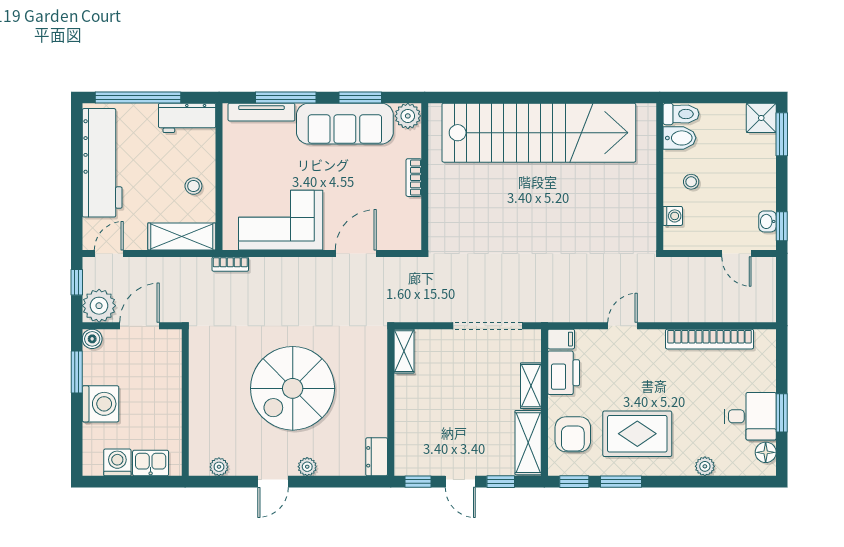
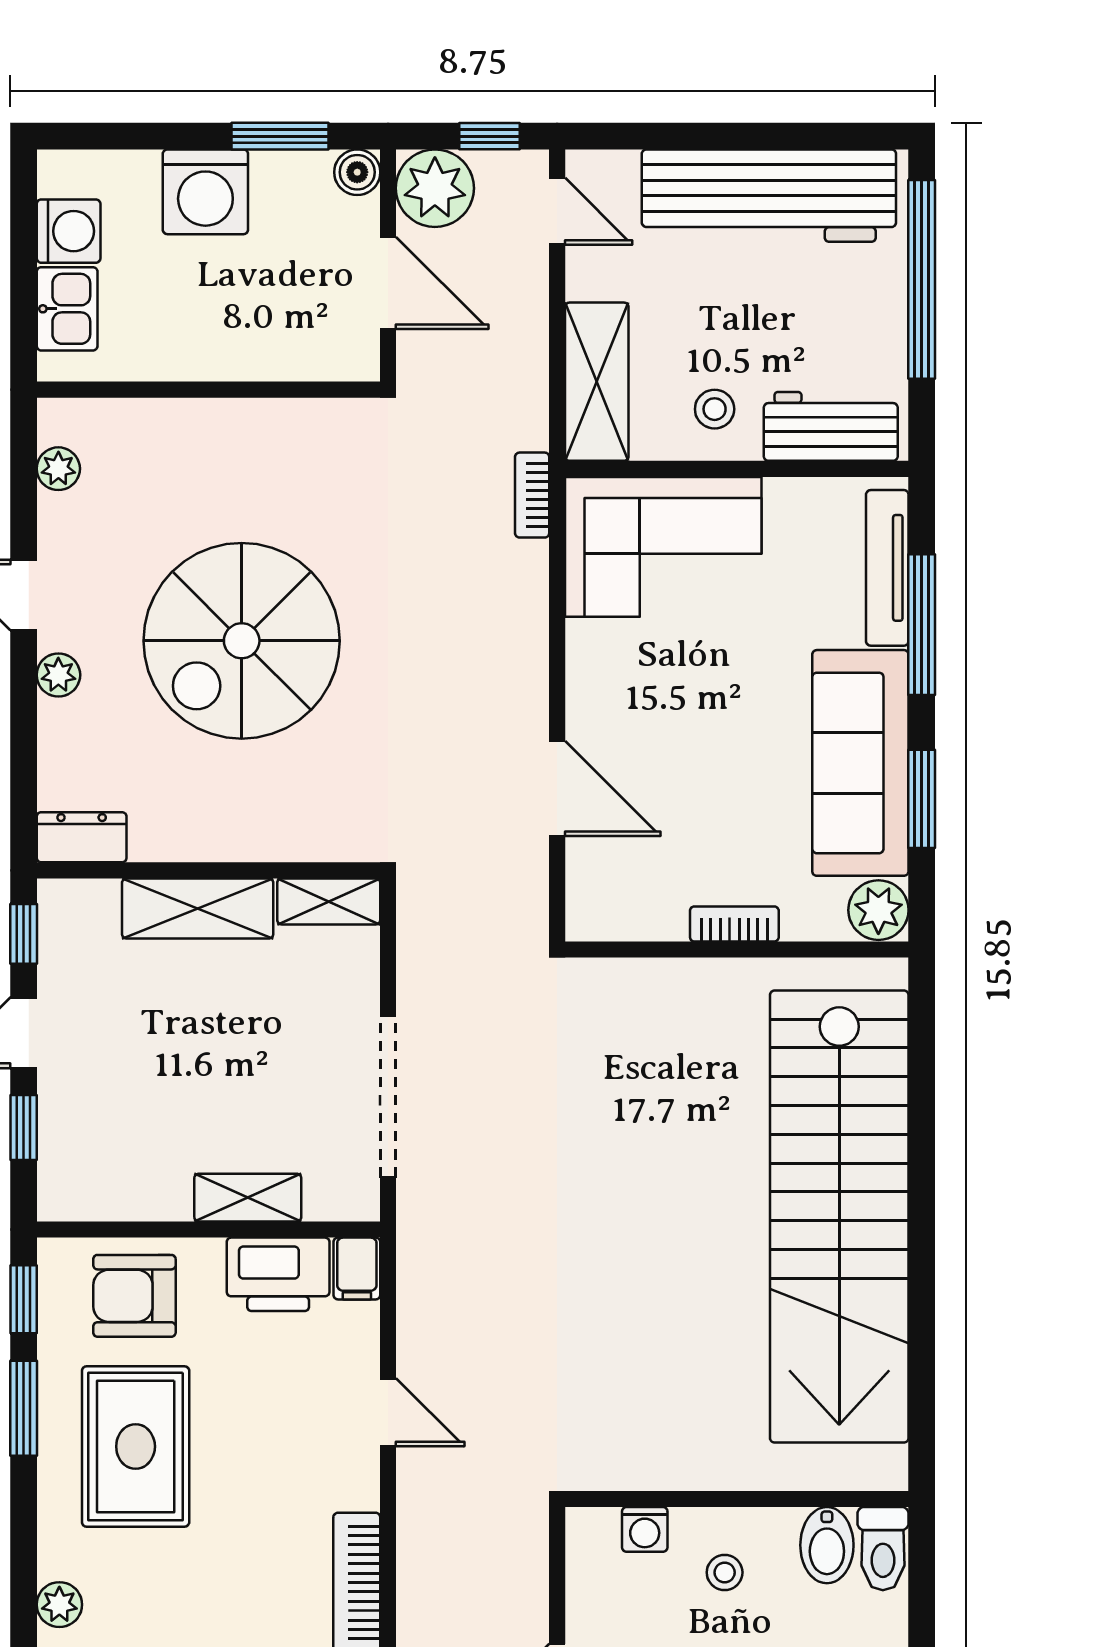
workbench: (187, 118) -> (831, 426), moved, turned 90
corner sofa: (281, 220) -> (663, 547), moved, turned 90
spiral stairs: (293, 388) -> (242, 641), turned -90
shelving: (528, 443) -> (198, 908), moved

